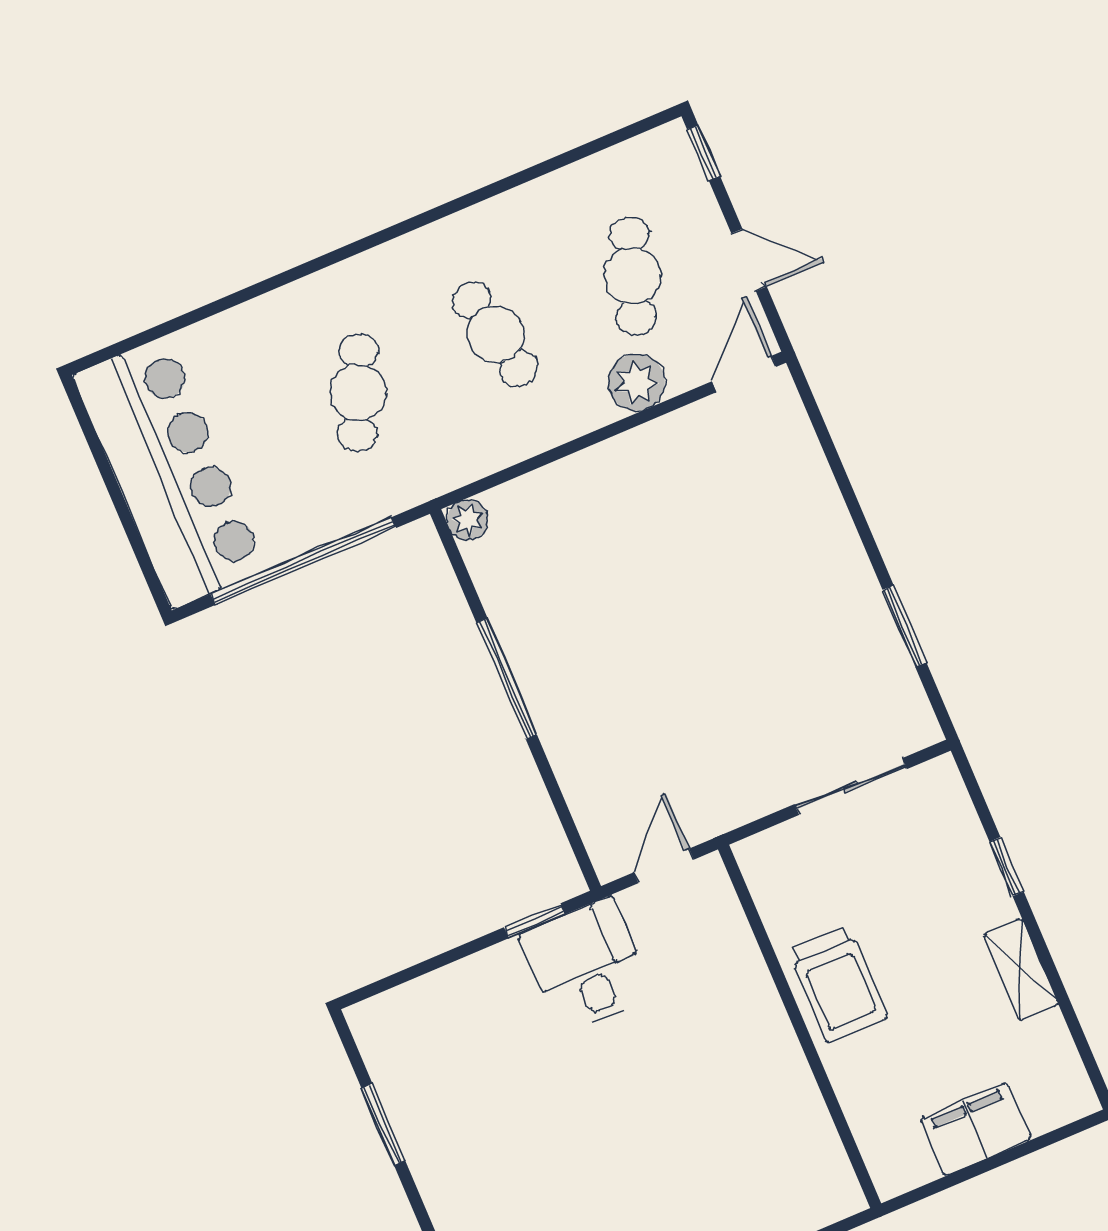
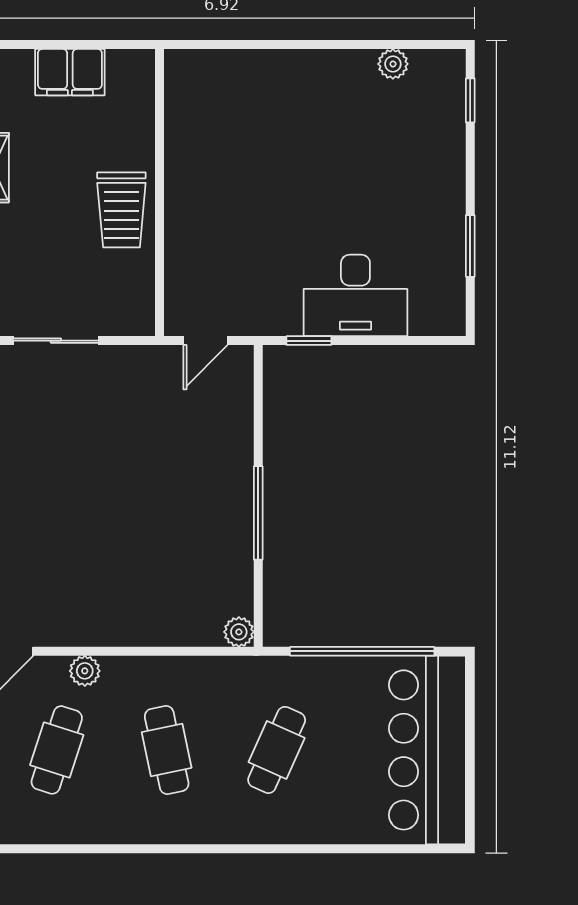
plant: (636, 382) -> (85, 671), width x0.73, depth x0.73
desk: (586, 965) -> (355, 295), moved, width x1.37
trolley: (838, 985) -> (121, 210), turned 180

